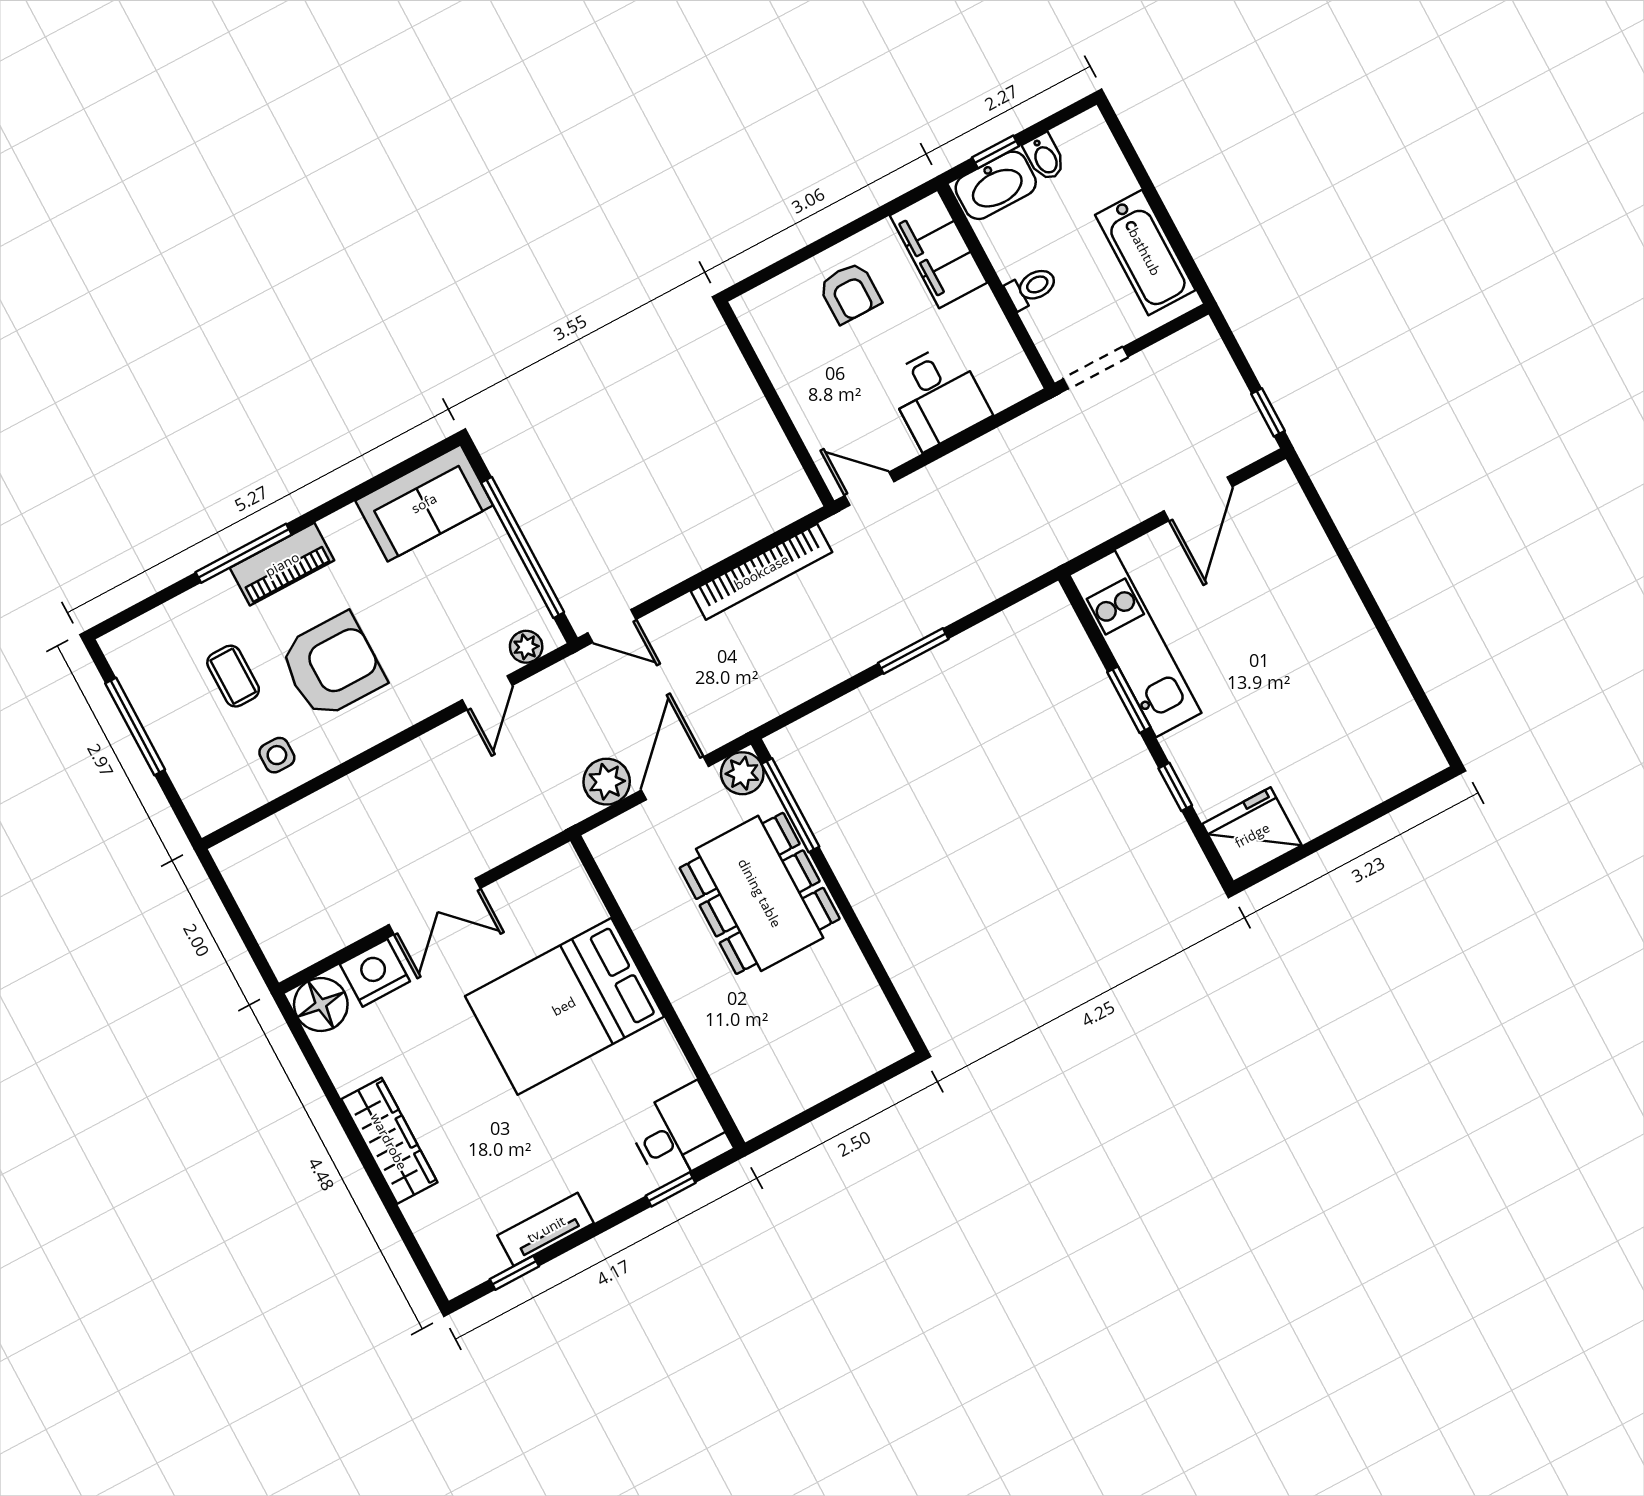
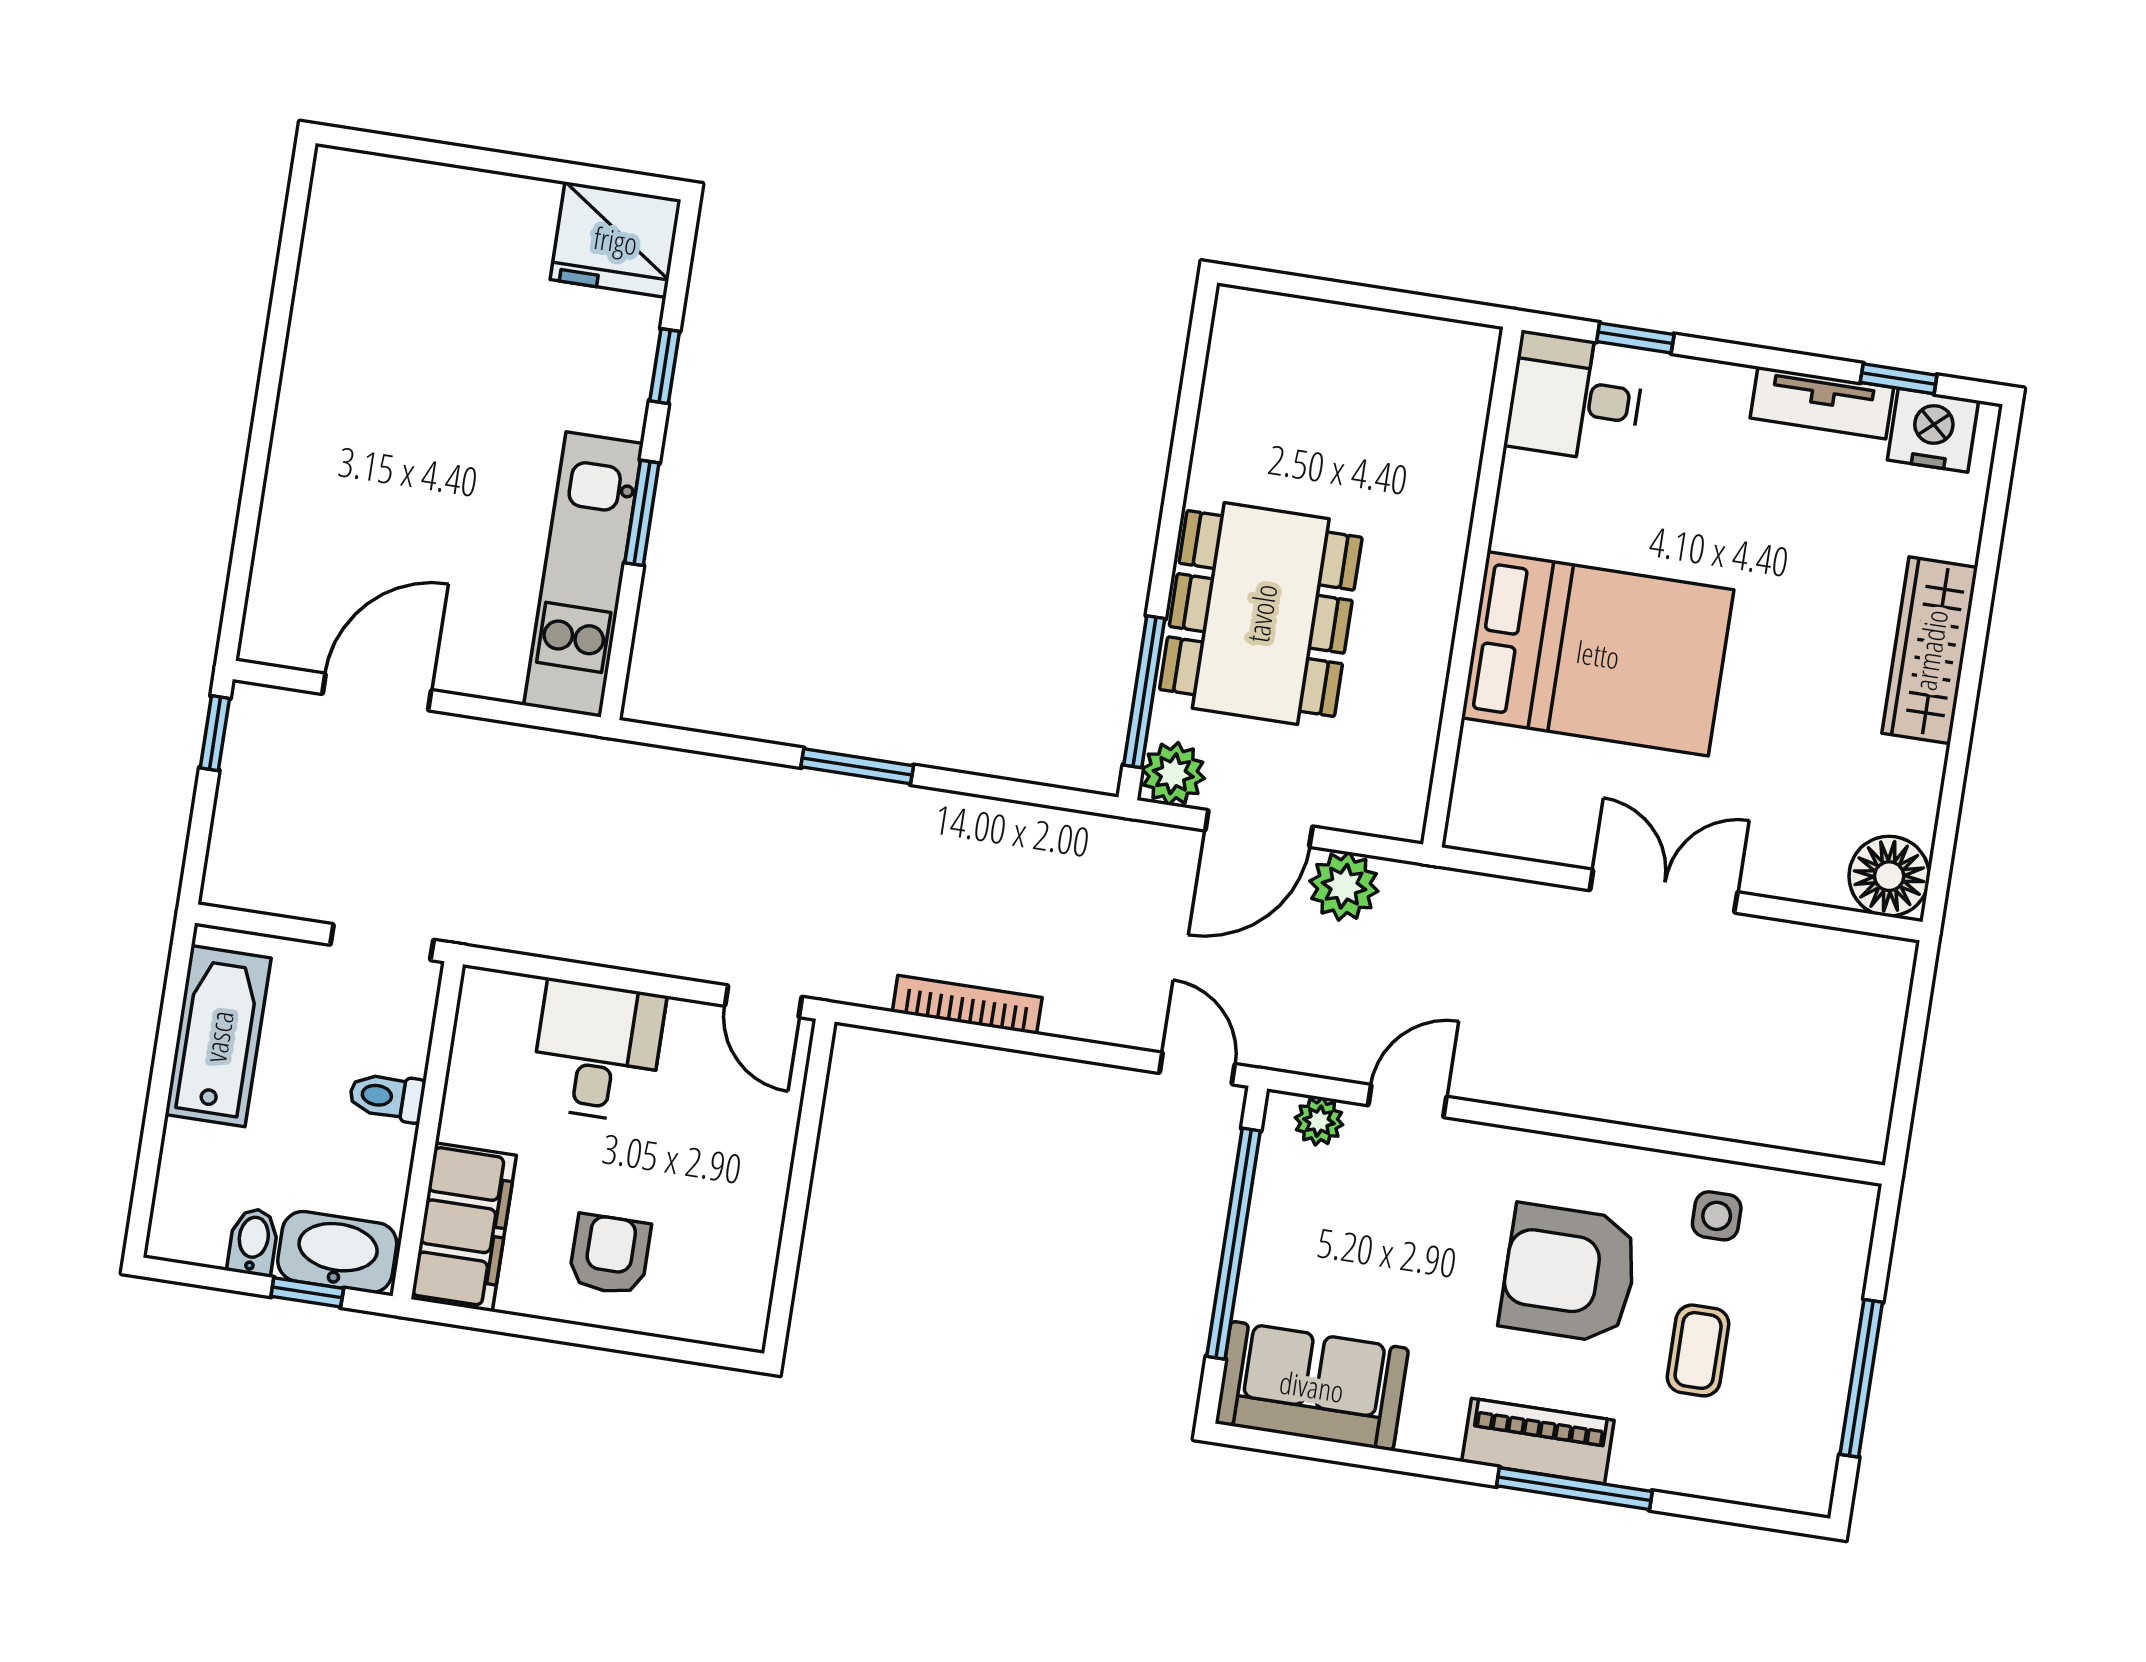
bookcase: (761, 572) -> (967, 1005), width x0.68, depth x0.76
nightstand: (375, 973) -> (1933, 430), moved, turned 180

